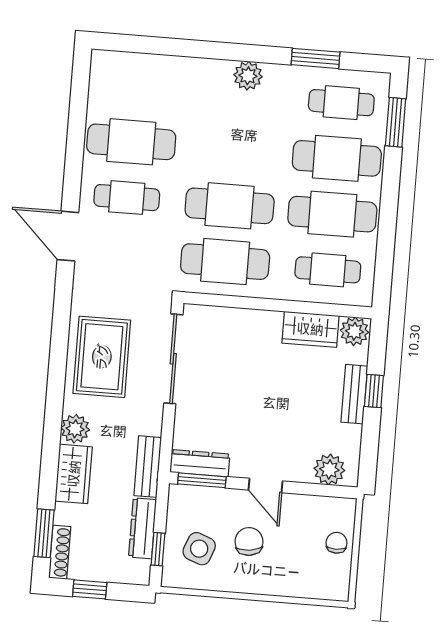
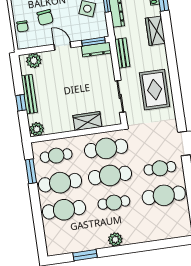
cafe table: (341, 103) -> (114, 203), moved
window: (396, 122) -> (31, 171), moved
wardrobe: (310, 329) -> (87, 121), moved
sliding door: (173, 359) -> (120, 96), width x0.73
bench: (354, 394) -> (29, 94), width x1.36
plant: (75, 429) -> (159, 52), removed
bench: (148, 467) -> (122, 53), moved
chair: (249, 541) -> (45, 17), moved

